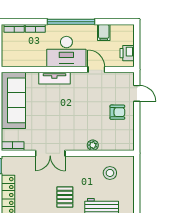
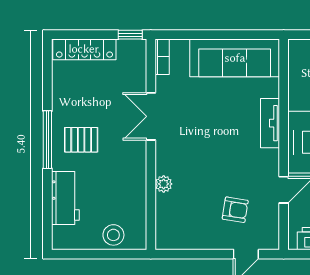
armchair: (117, 112) -> (235, 210), moved, turned -81
stool: (110, 173) -> (113, 235), moved

